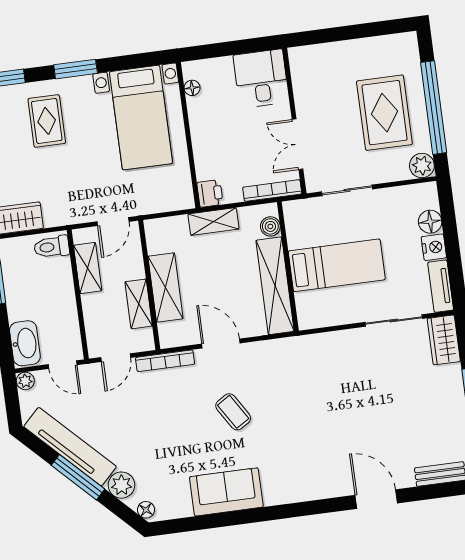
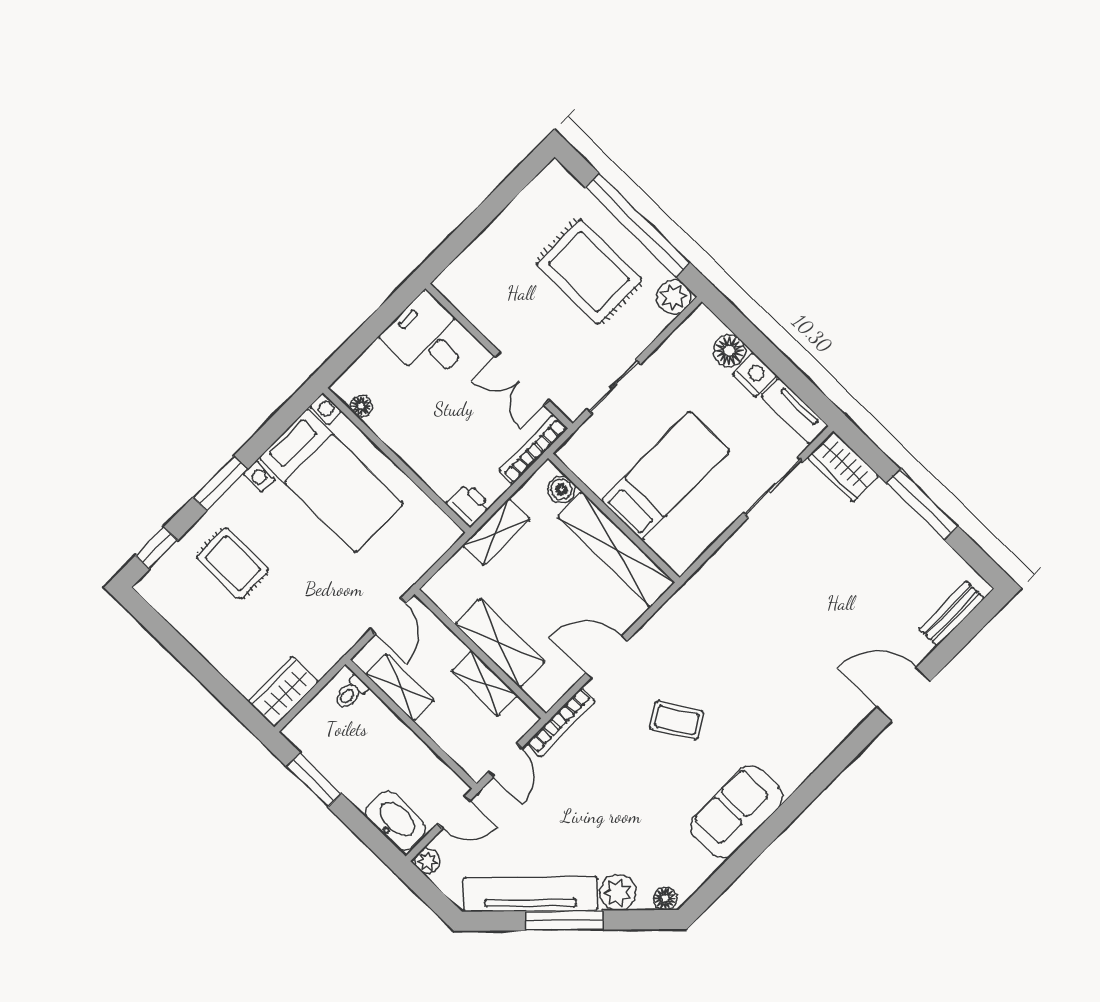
toilet: (52, 247) -> (351, 693), width x0.73, depth x0.72

